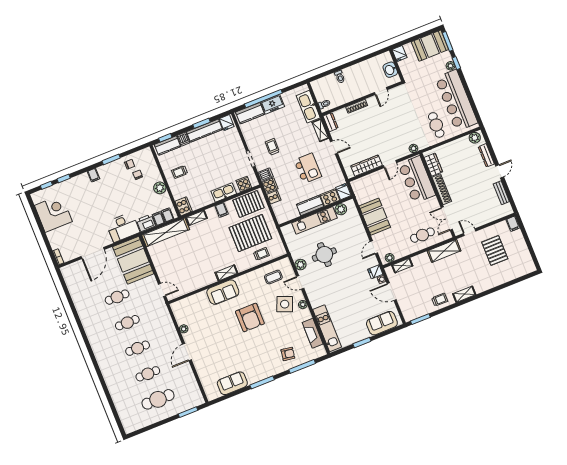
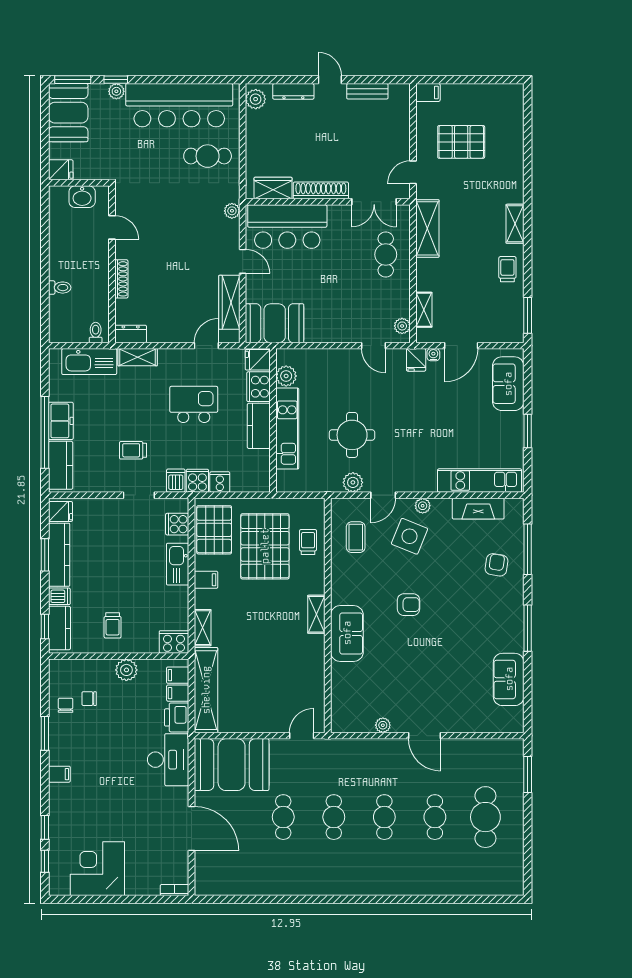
door: (334, 147) -> (206, 346), moved
booth: (375, 217) -> (275, 323), moved
armchair: (250, 317) -> (409, 605), width x0.53, depth x0.53

